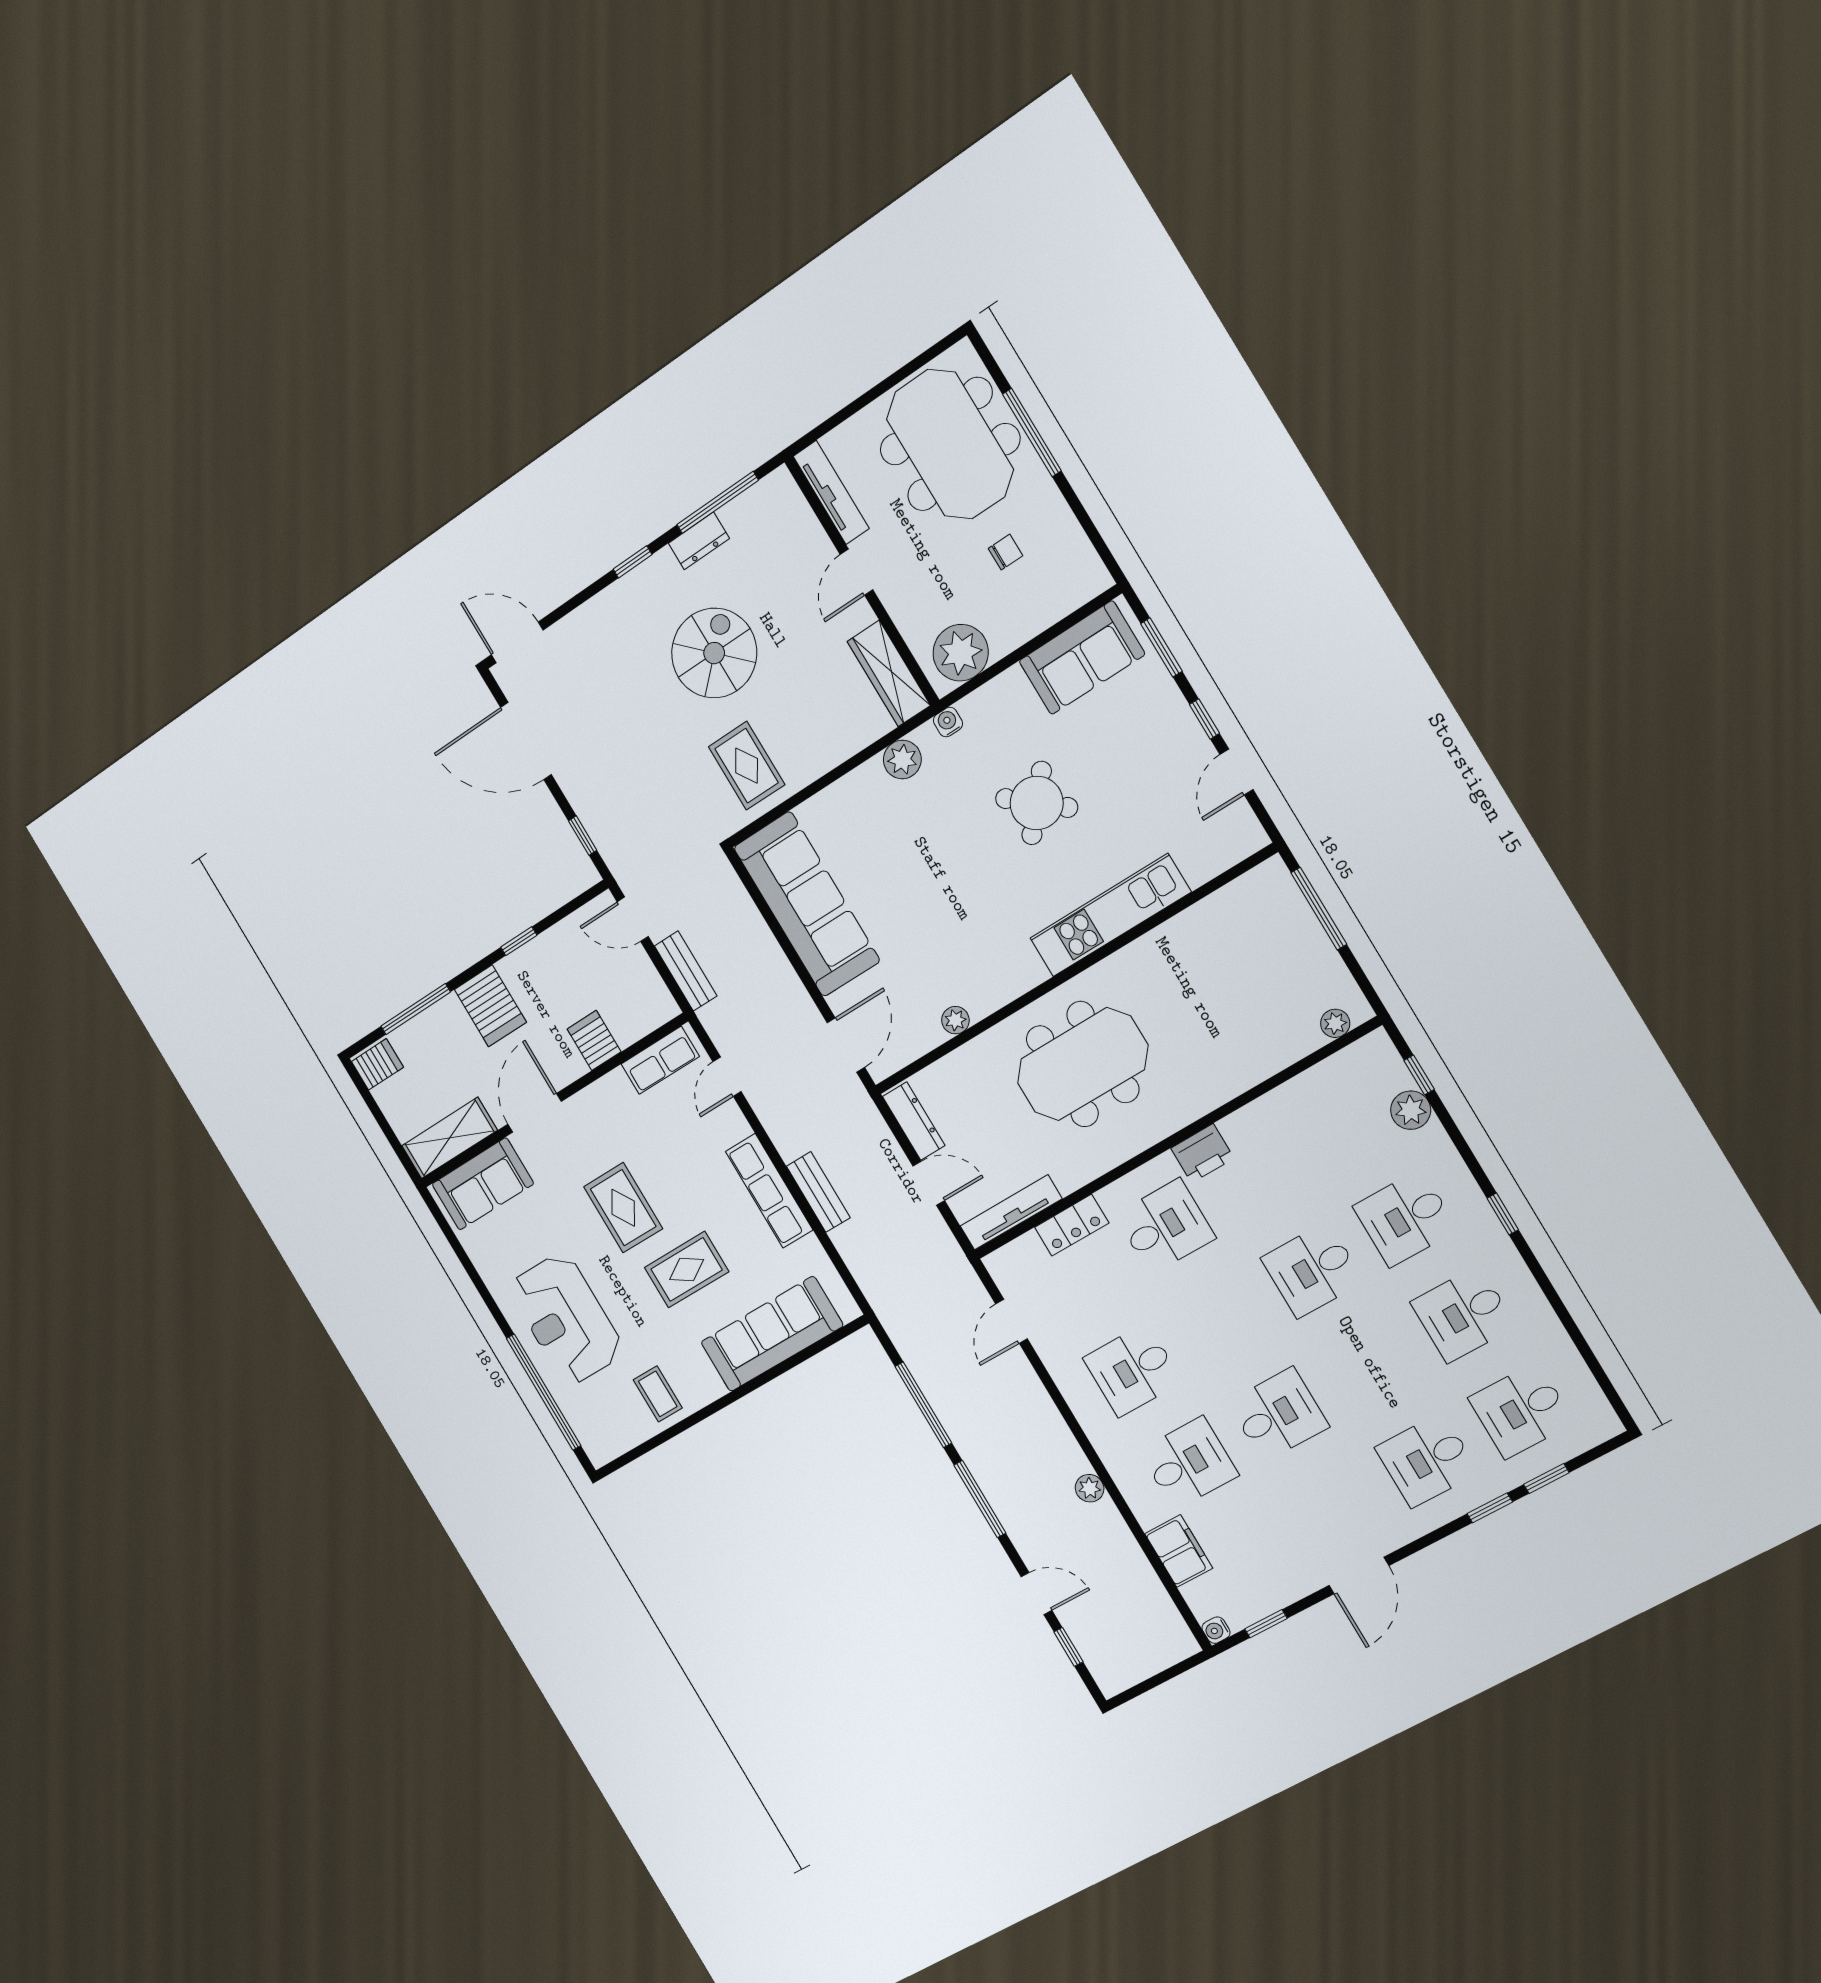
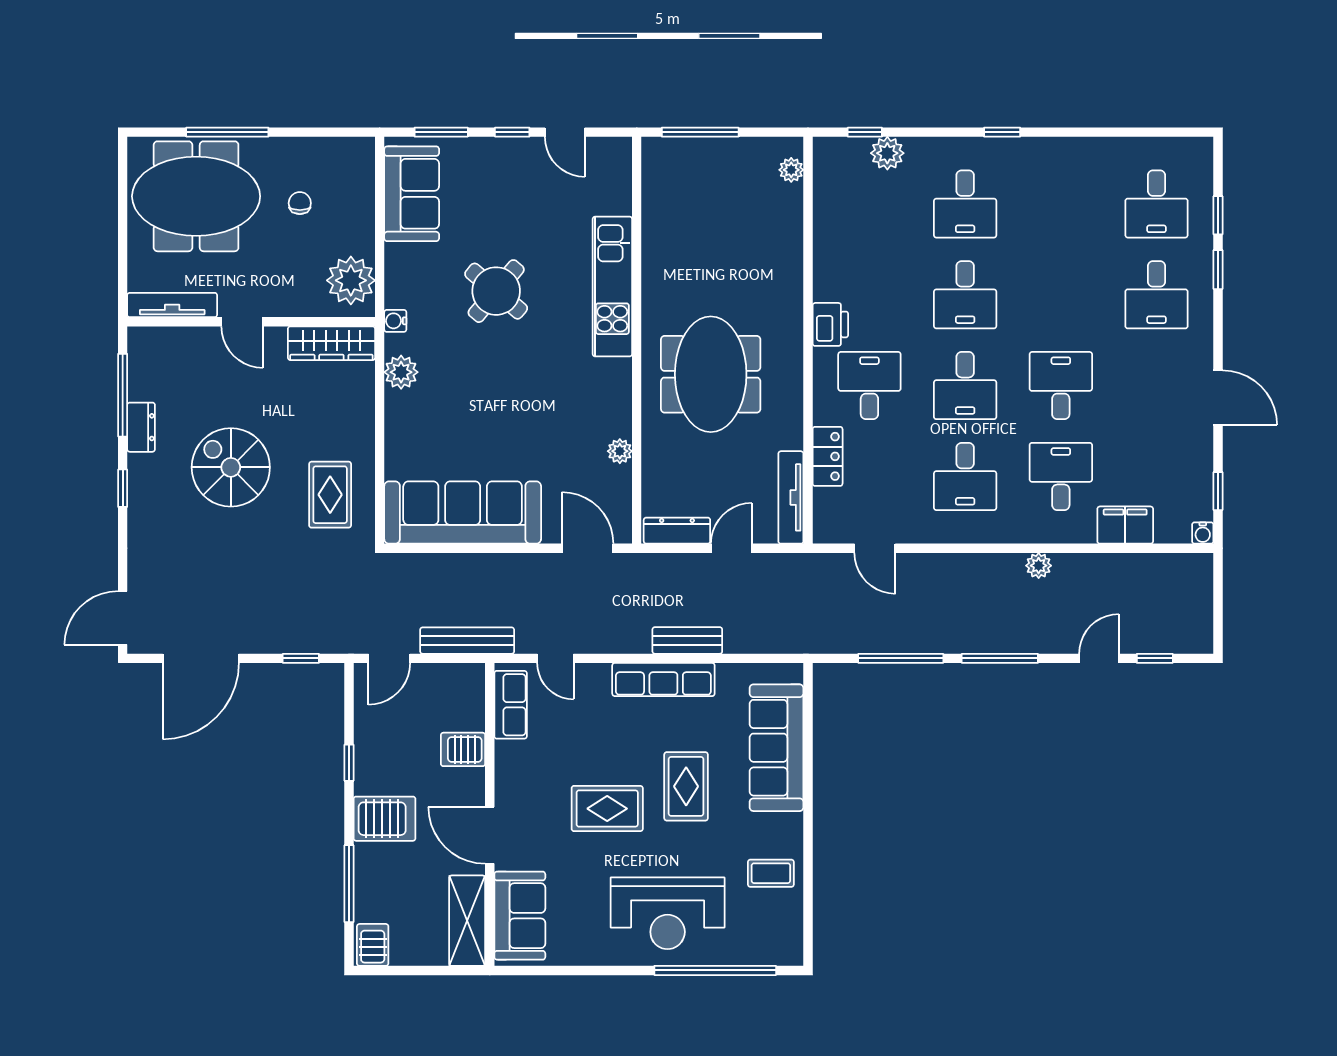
rug: (747, 766) -> (330, 495), turned 90
bench: (686, 971) -> (467, 641), width x1.36
desk: (1463, 1314) -> (965, 386), moved

